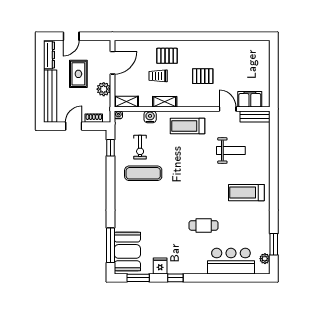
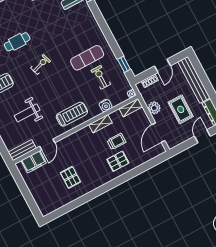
pallet: (203, 76) -> (70, 177), moved, turned 90
door: (228, 109) -> (47, 145), hinge flipped
exercise bike: (192, 191) -> (41, 65), added

